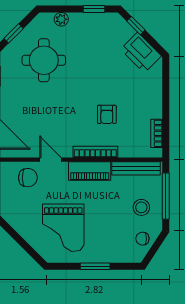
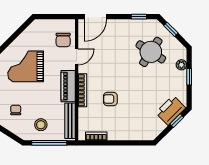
window: (94, 9) -> (189, 77), moved
printer: (141, 53) -> (171, 110), moved
round table: (44, 60) -> (151, 52), turned 33
chair: (142, 239) -> (16, 110), moved

